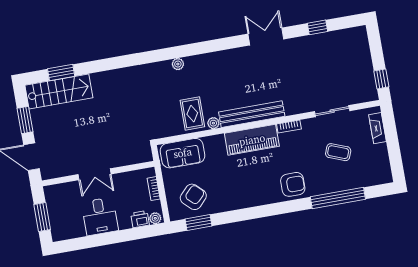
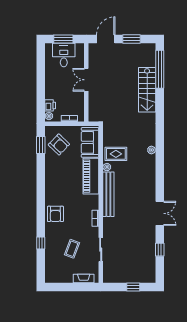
window: (61, 73) -> (160, 69), width x2.11
window: (381, 79) -> (133, 287), moved
stairs: (59, 91) -> (147, 90), moved
piano: (252, 140) -> (91, 176), moved
window: (338, 198) -> (41, 243), width x0.32
desk: (100, 216) -> (64, 55), moved, turned 90

